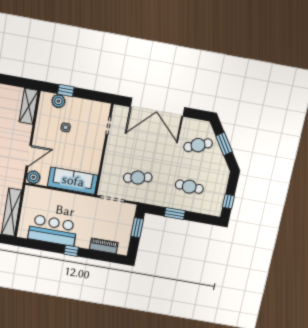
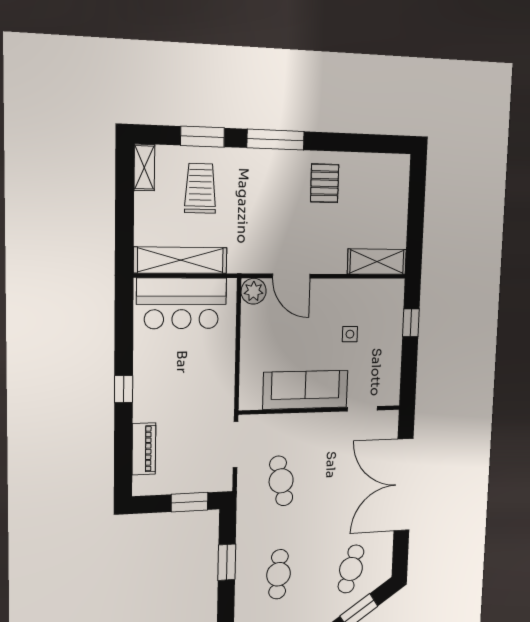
plant: (58, 101) -> (392, 313), removed
cafe table: (198, 145) -> (351, 569), turned 36
sofa: (73, 181) -> (305, 390), moved, turned -90
bar counter: (53, 230) -> (182, 303), moved, turned 90

